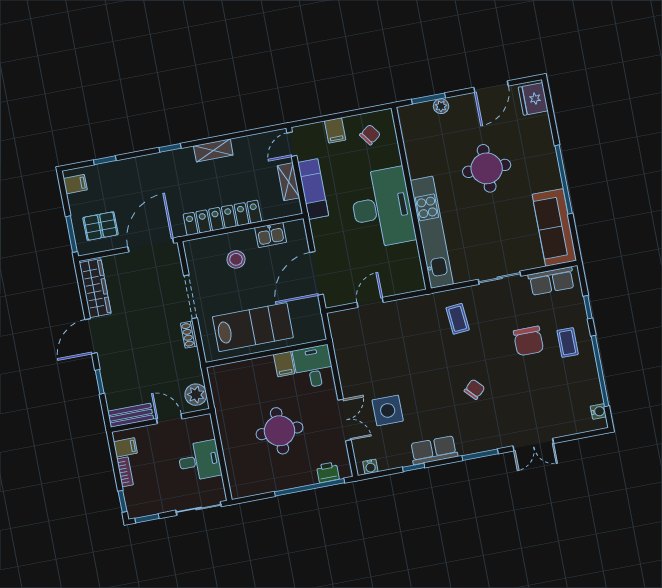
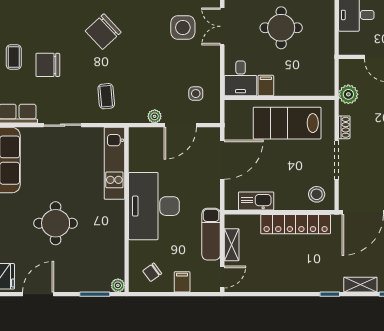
plant: (441, 106) -> (118, 285), moved
shelving: (213, 150) -> (360, 285), moved
kitchen unit: (432, 232) -> (114, 163), width x0.73
kitchen sink: (271, 235) -> (256, 201), width x1.38
stool: (236, 259) -> (317, 194), moved
door: (370, 302) -> (180, 125), width x1.38
plant: (400, 307) -> (155, 116), added
side table: (360, 340) -> (196, 94), added
chair: (528, 341) -> (48, 65), turned -90
chair: (474, 389) -> (103, 32), width x1.87, depth x1.87
plant: (196, 395) -> (348, 94), moved

